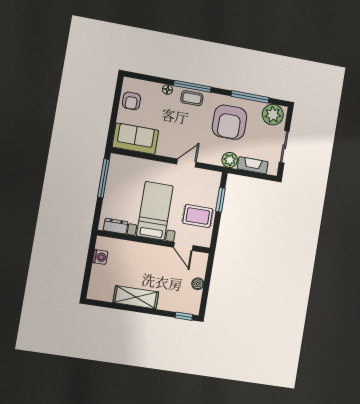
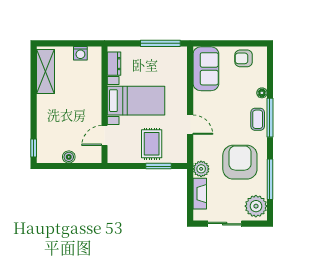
armchair: (229, 122) -> (240, 162), turned 90
rug: (198, 216) -> (152, 144), moved
shelving: (136, 297) -> (45, 72), moved

